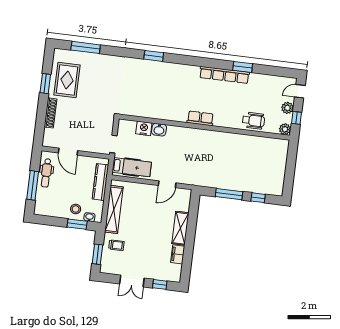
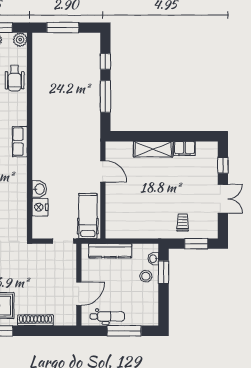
wheelchair: (253, 121) -> (15, 78), turned 180
window: (290, 166) -> (63, 28), added
shelving: (114, 209) -> (141, 231), removed

